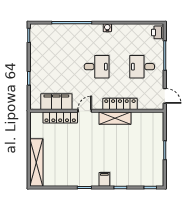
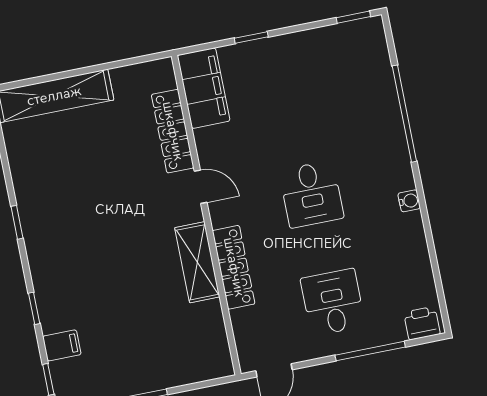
filing cabinet: (56, 102) -> (204, 88), moved
filing cabinet: (104, 179) -> (62, 345), moved

